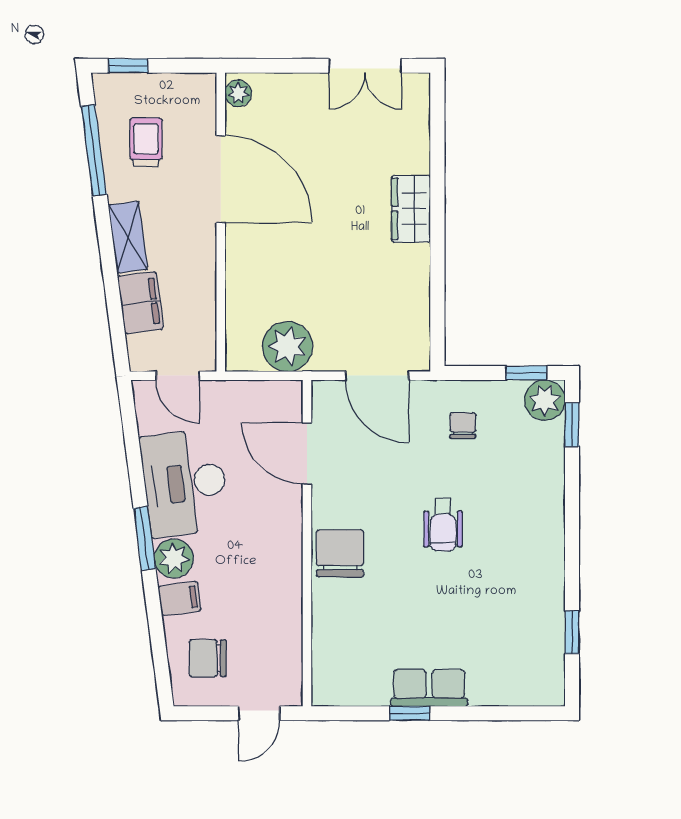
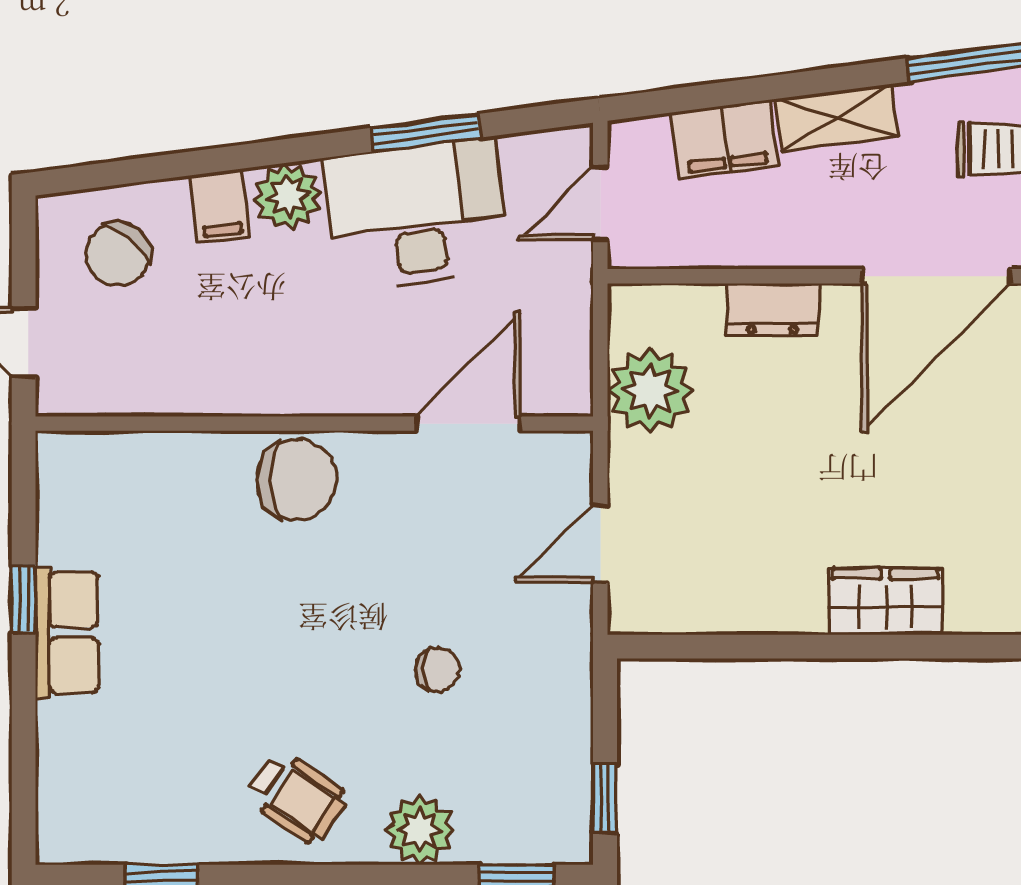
dresser: (240, 275) -> (772, 309), added
door: (377, 376) -> (600, 544), width x0.73
plant: (545, 400) -> (420, 830), moved
chair: (463, 425) -> (438, 669), moved
wheelchair: (443, 525) -> (297, 797), moved, turned -146
window: (145, 538) -> (425, 133), moved
chair: (208, 658) -> (118, 254), turned -140

